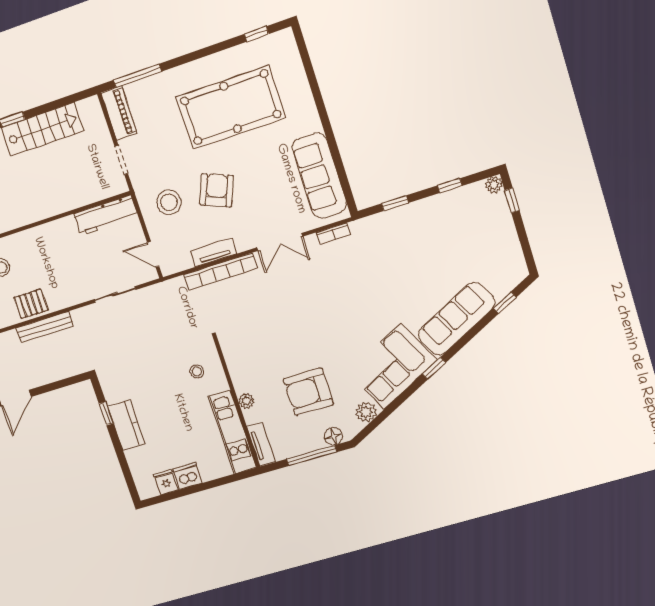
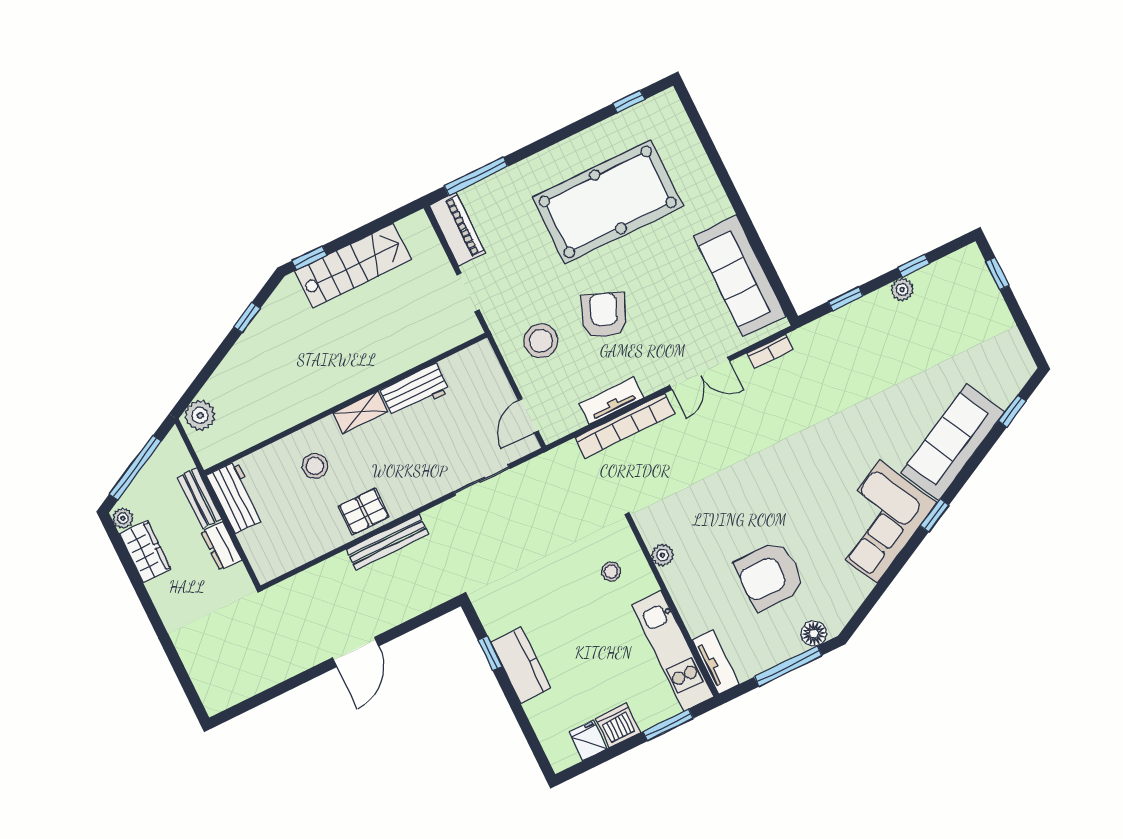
plant: (494, 185) -> (902, 290), moved
workbench: (106, 215) -> (415, 391), moved, width x0.73
shelving: (36, 235) -> (360, 412), added
door: (153, 254) -> (528, 416), hinge flipped
plant: (246, 401) -> (663, 555), moved
plant: (366, 412) -> (853, 592), removed
window: (222, 481) -> (668, 725), added

